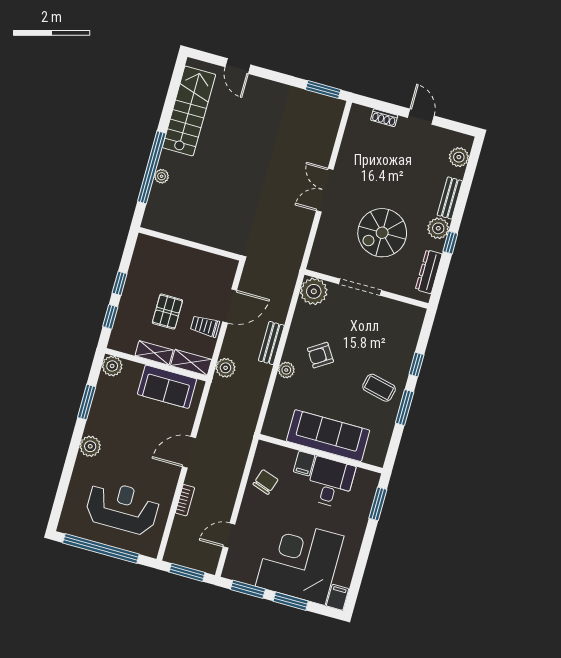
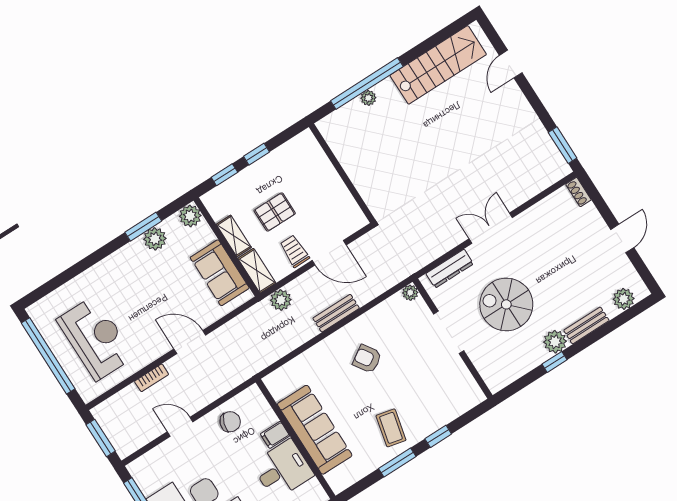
shoe rack: (384, 118) -> (578, 192), moved
dresser: (429, 272) -> (450, 269), moved, turned 180
plant: (314, 291) -> (410, 293), width x0.53, depth x0.53
plant: (286, 370) -> (329, 346), removed
plant: (90, 446) -> (155, 239), moved
door: (229, 535) -> (180, 427), moved

